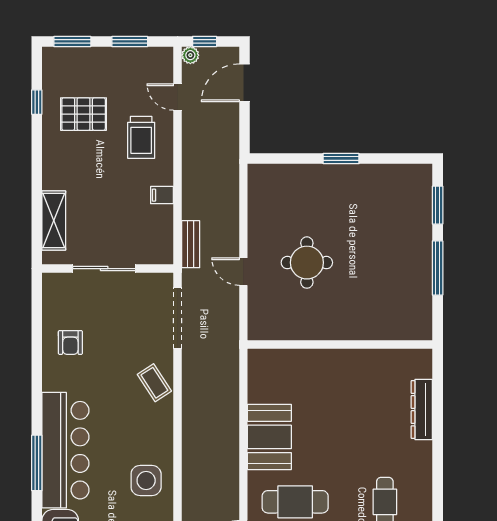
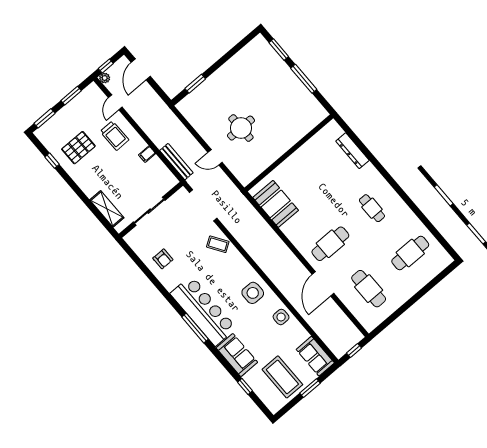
door: (178, 97) -> (115, 102), hinge flipped
window: (341, 159) -> (195, 84), moved
bench: (191, 244) -> (176, 162), width x1.36
booth: (269, 437) -> (276, 204), moved

